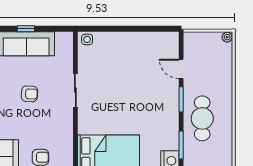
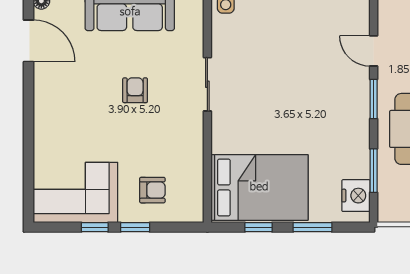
armchair: (29, 94) -> (135, 90), turned -94

